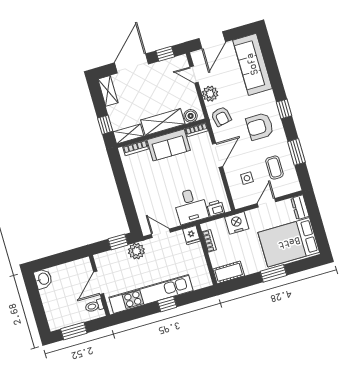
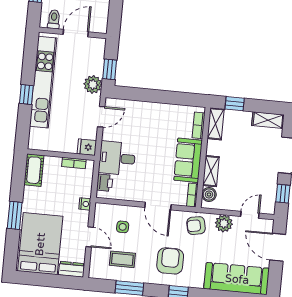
shelving: (163, 122) -> (211, 171), width x0.67, depth x0.75
nightstand: (237, 223) -> (85, 204), width x0.53, depth x0.56
door: (99, 283) -> (76, 33), hinge flipped

